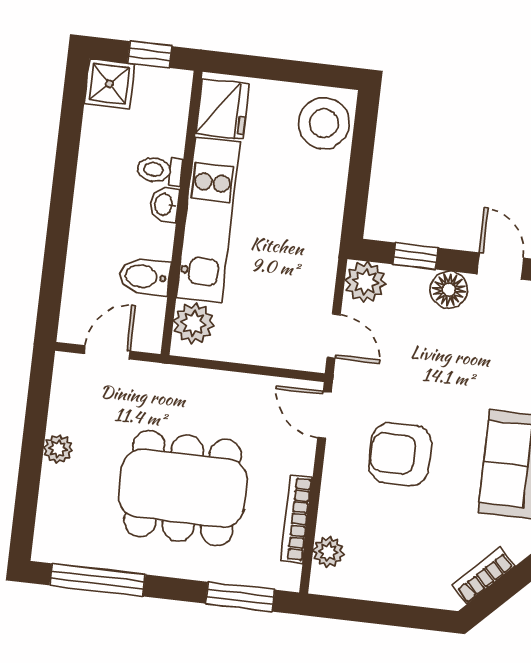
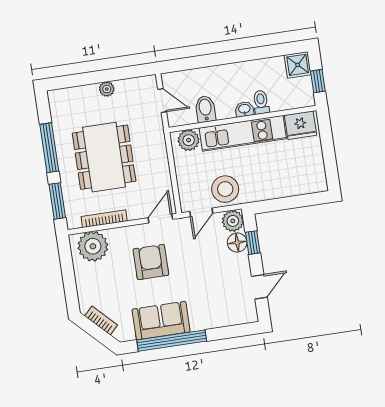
stool: (324, 123) -> (225, 189), moved
floor lamp: (449, 290) -> (237, 242), moved
plant: (328, 552) -> (93, 246), width x1.87, depth x1.87
window: (97, 580) -> (49, 148), moved

